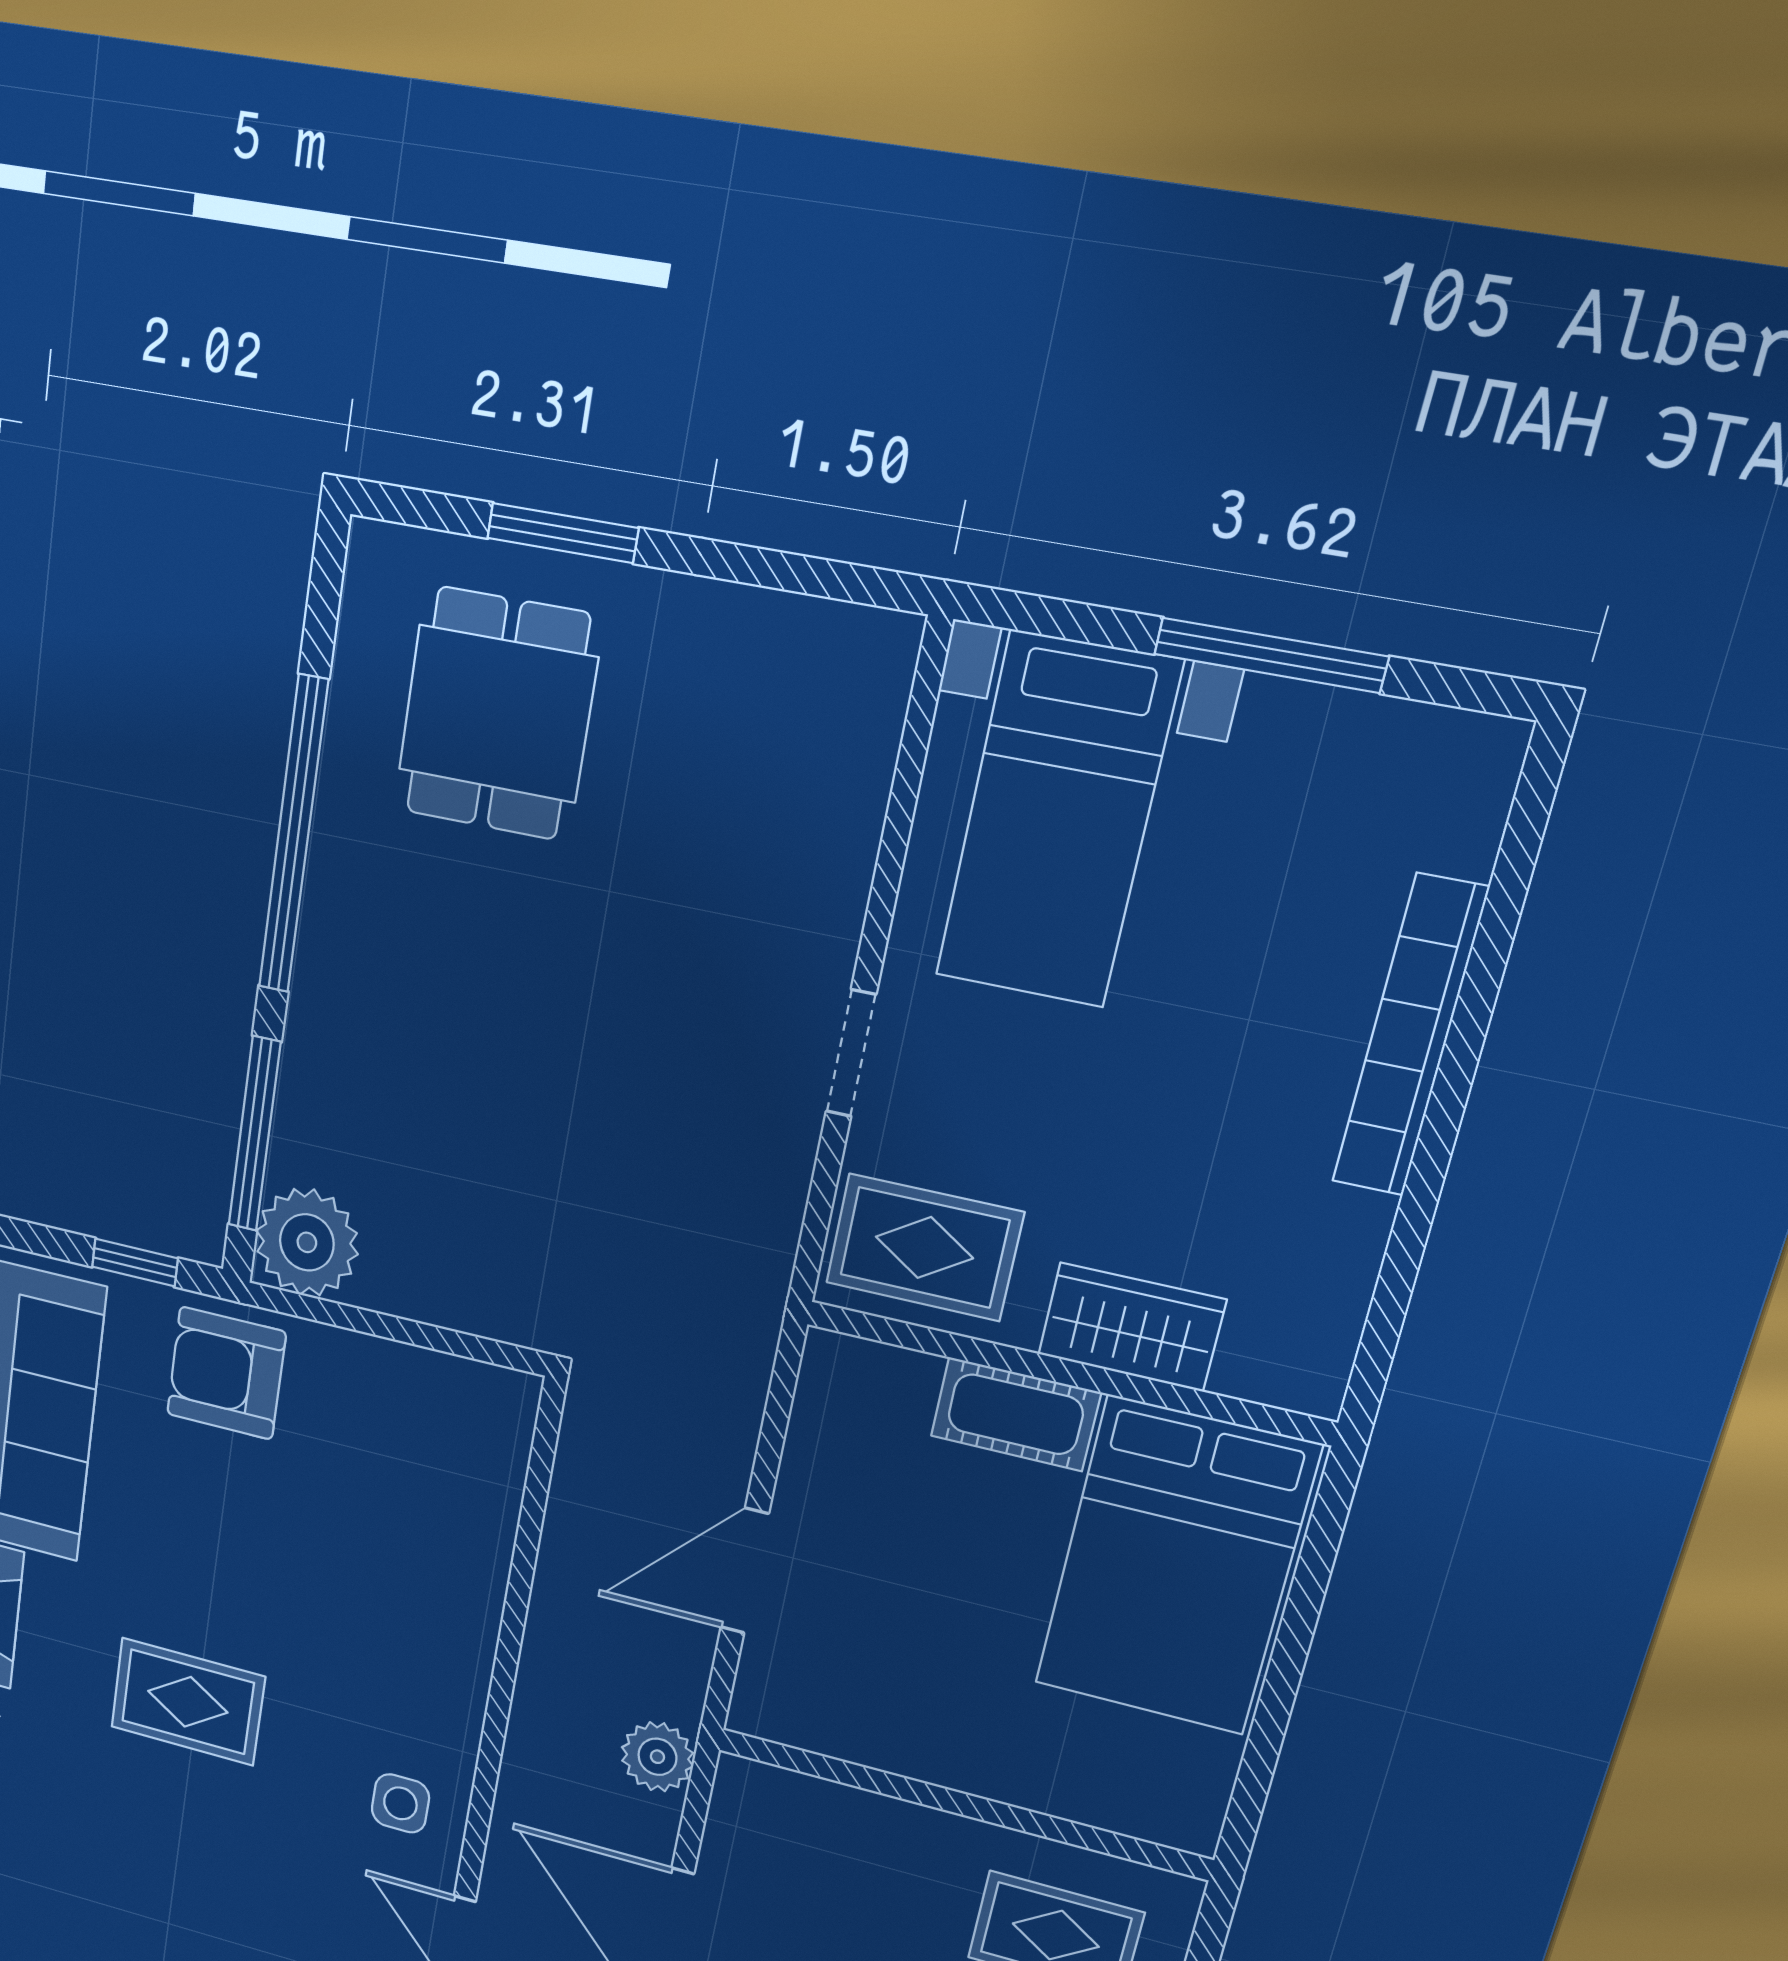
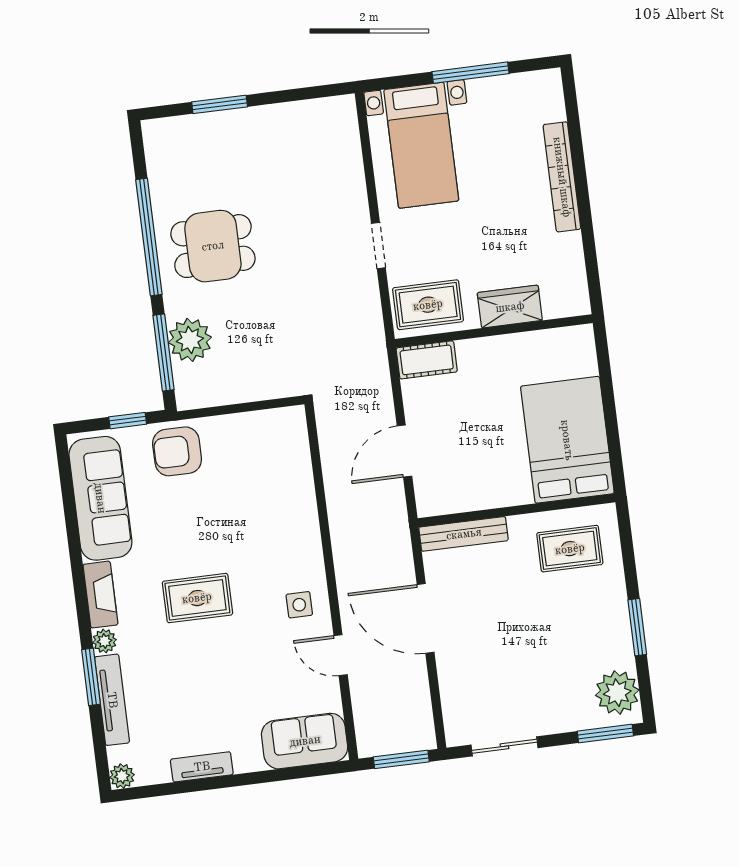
dining table: (497, 714) -> (213, 246), moved, turned 90
plant: (307, 1242) -> (190, 340), moved
cot: (1015, 1414) -> (427, 360), moved
bed: (1176, 1566) -> (567, 440), moved, turned 180
plant: (657, 1757) -> (396, 540), removed
bench: (818, 1805) -> (464, 534), added

